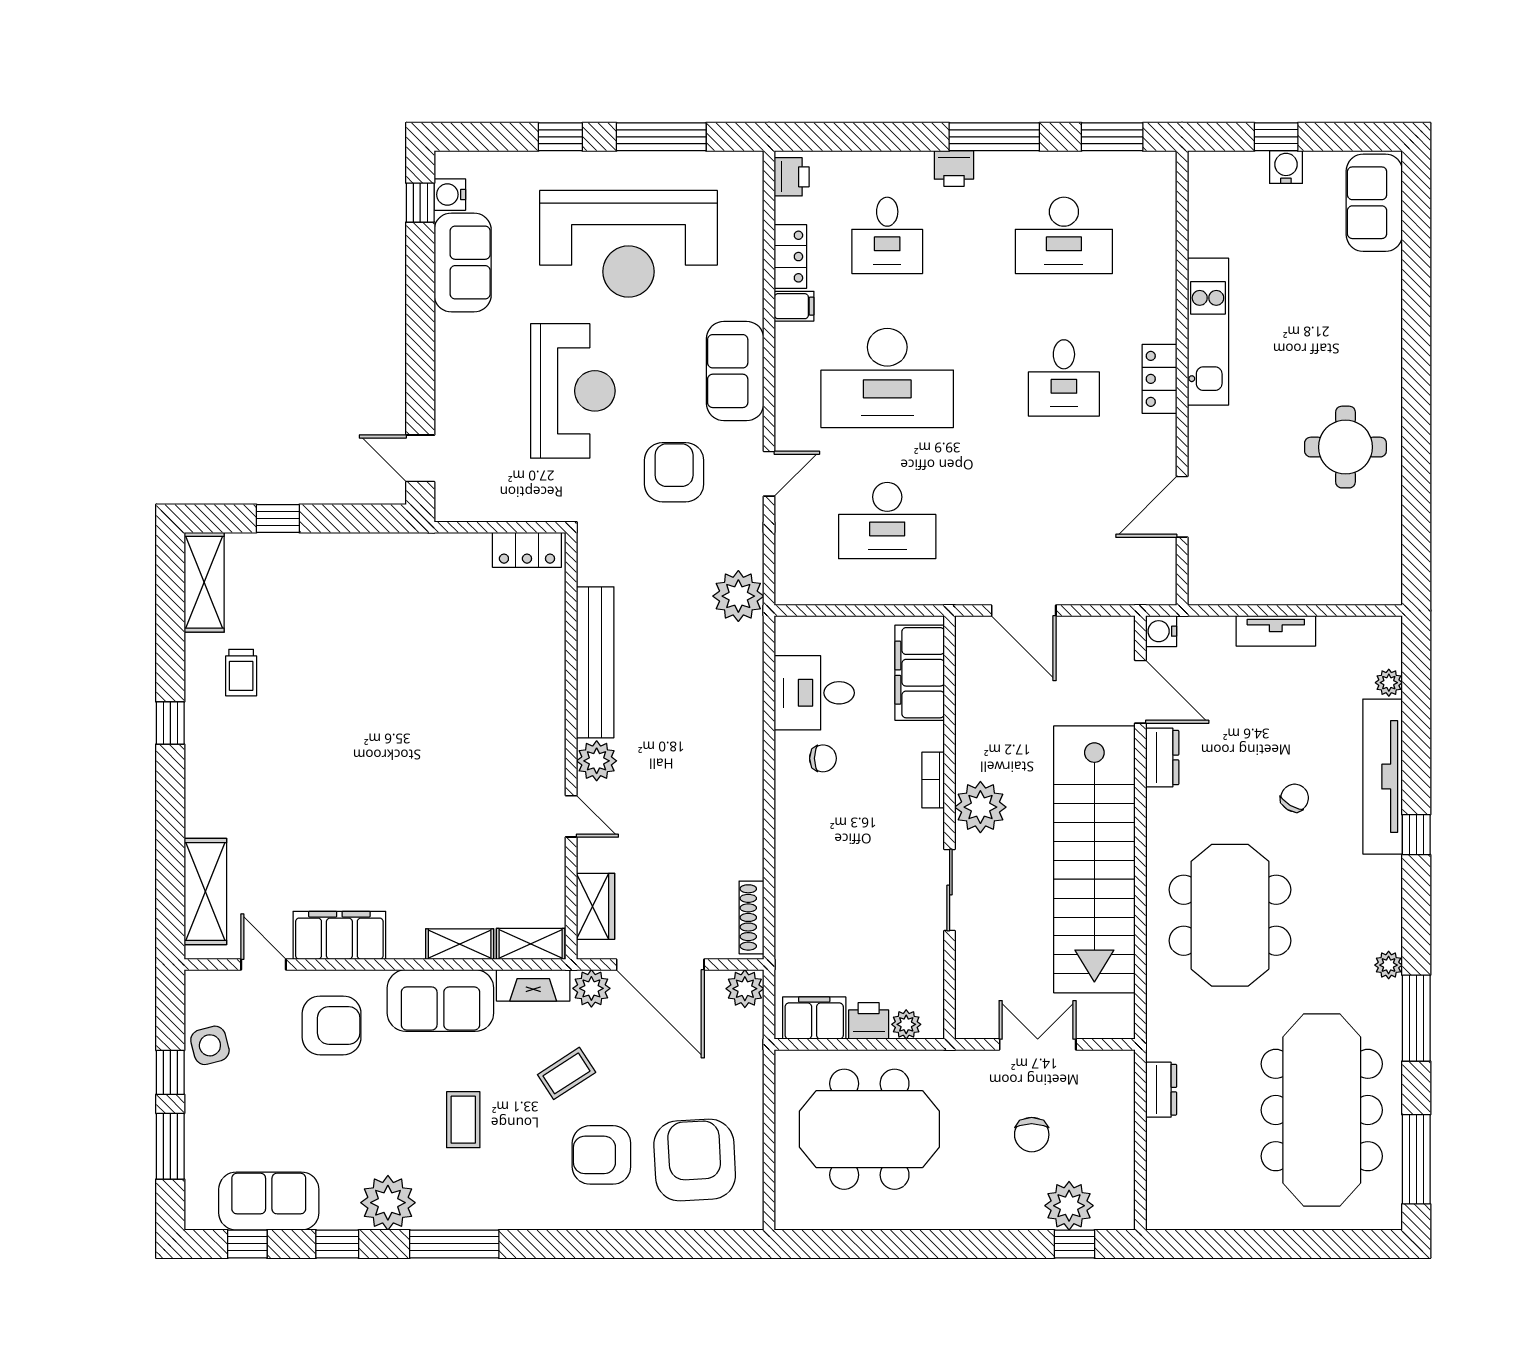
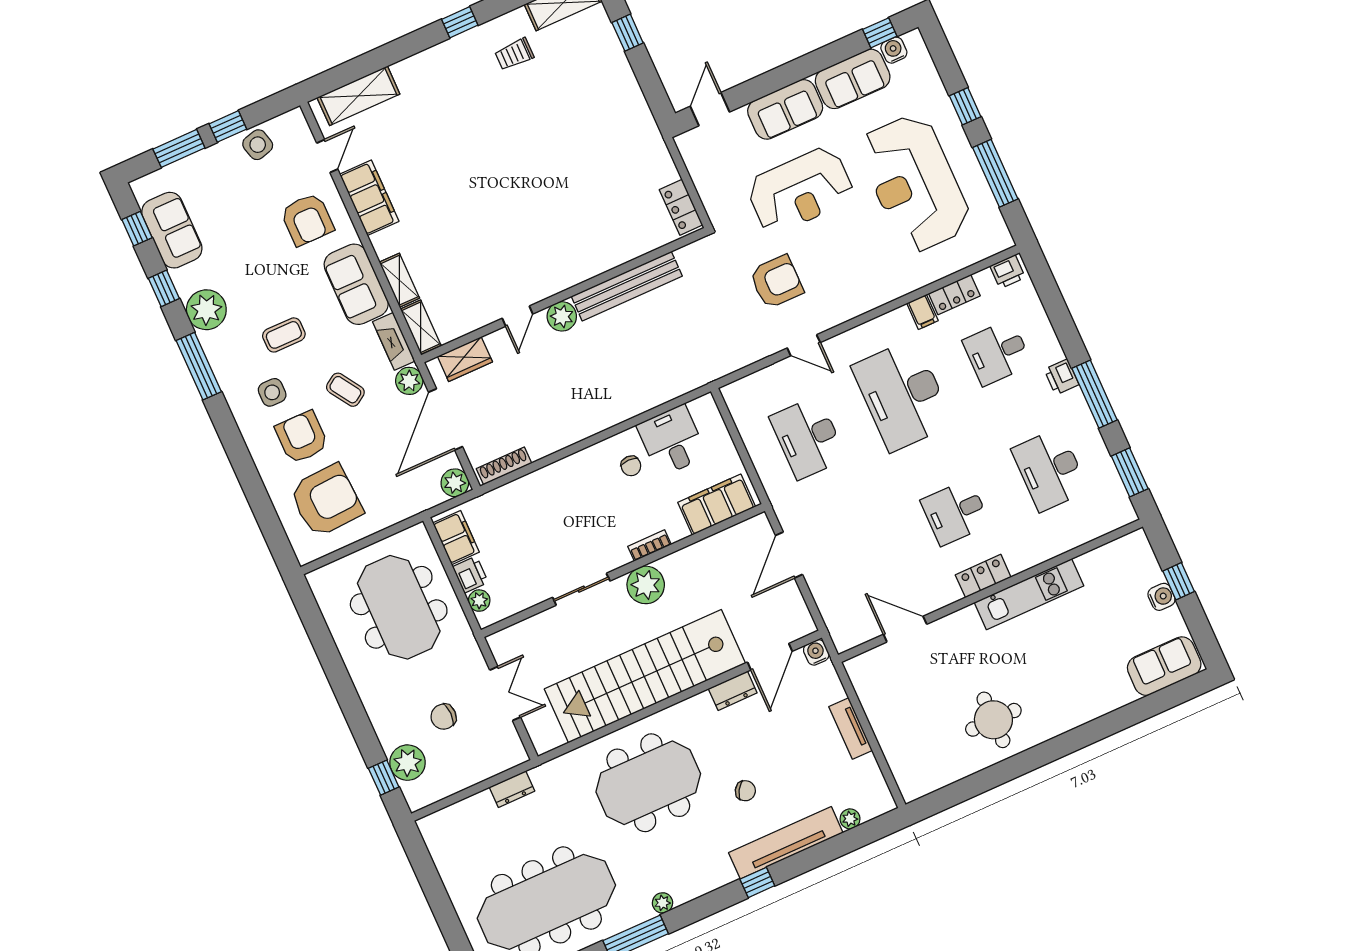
sofa: (735, 371) -> (785, 109), moved, turned 180
plant: (738, 596) -> (713, 361), removed
side table: (529, 1167) -> (272, 392), added

